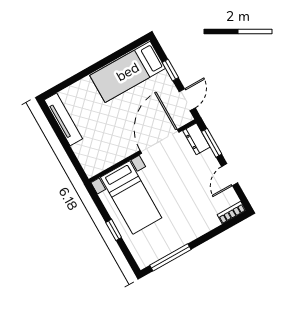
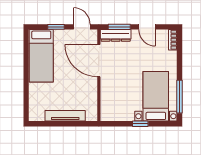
tv unit: (63, 119) -> (65, 116), moved
dresser: (196, 139) -> (116, 35), width x1.44
bed with nightstands: (131, 198) -> (156, 96), moved, turned -90

